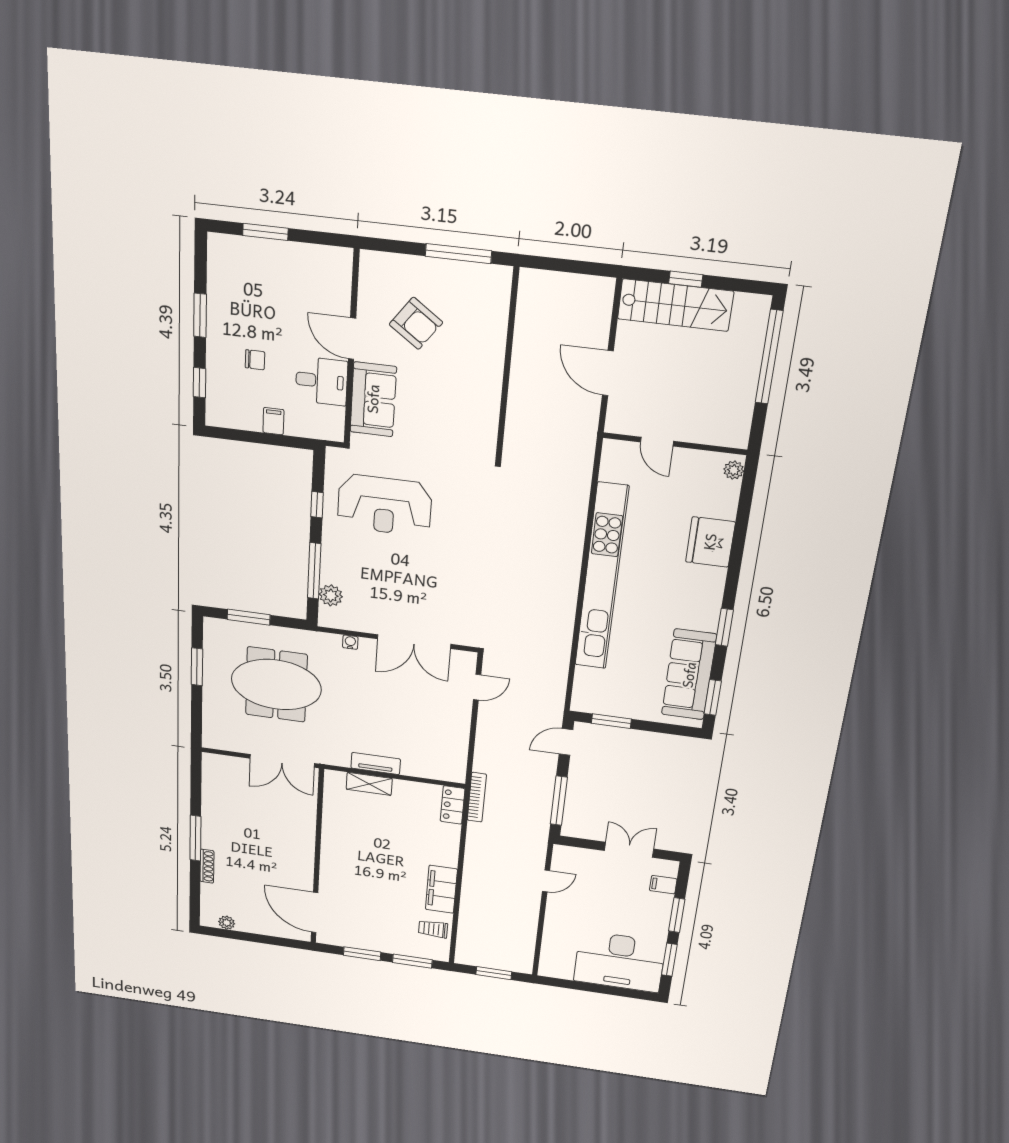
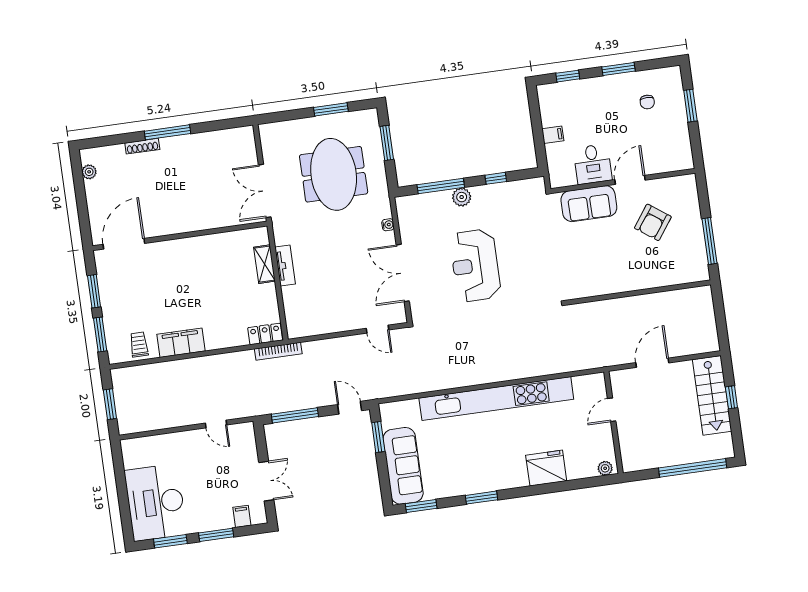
chair: (255, 360) -> (647, 102), moved
reception desk: (384, 505) -> (475, 265), moved
plant: (331, 595) -> (462, 197), moved
sofa: (689, 675) -> (403, 466), moved, turned 90

